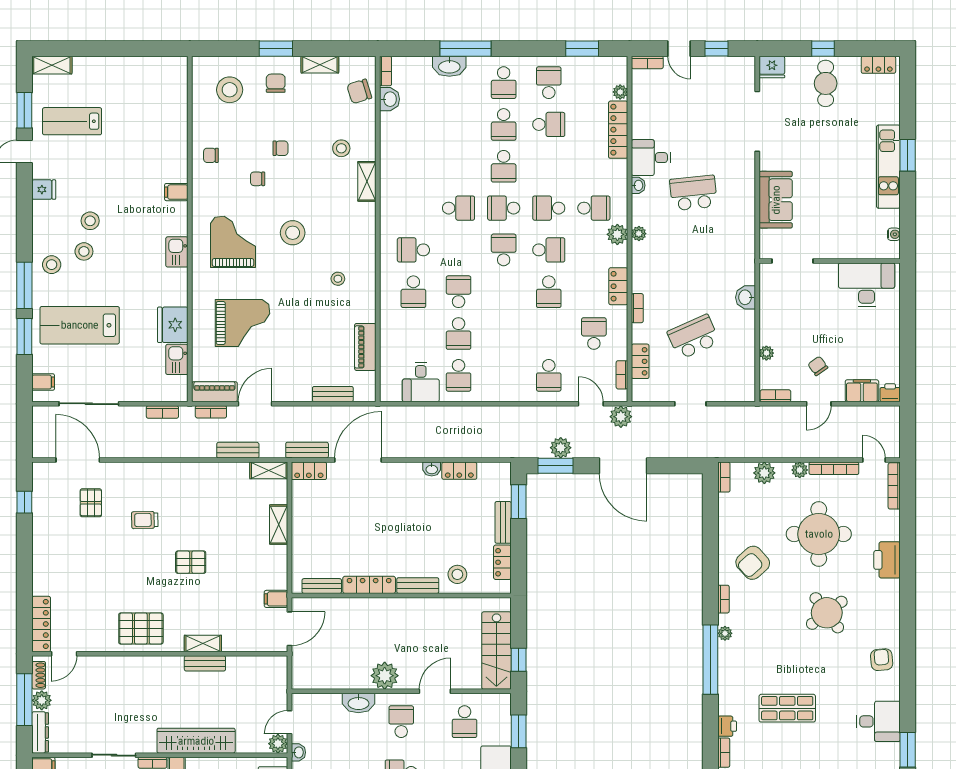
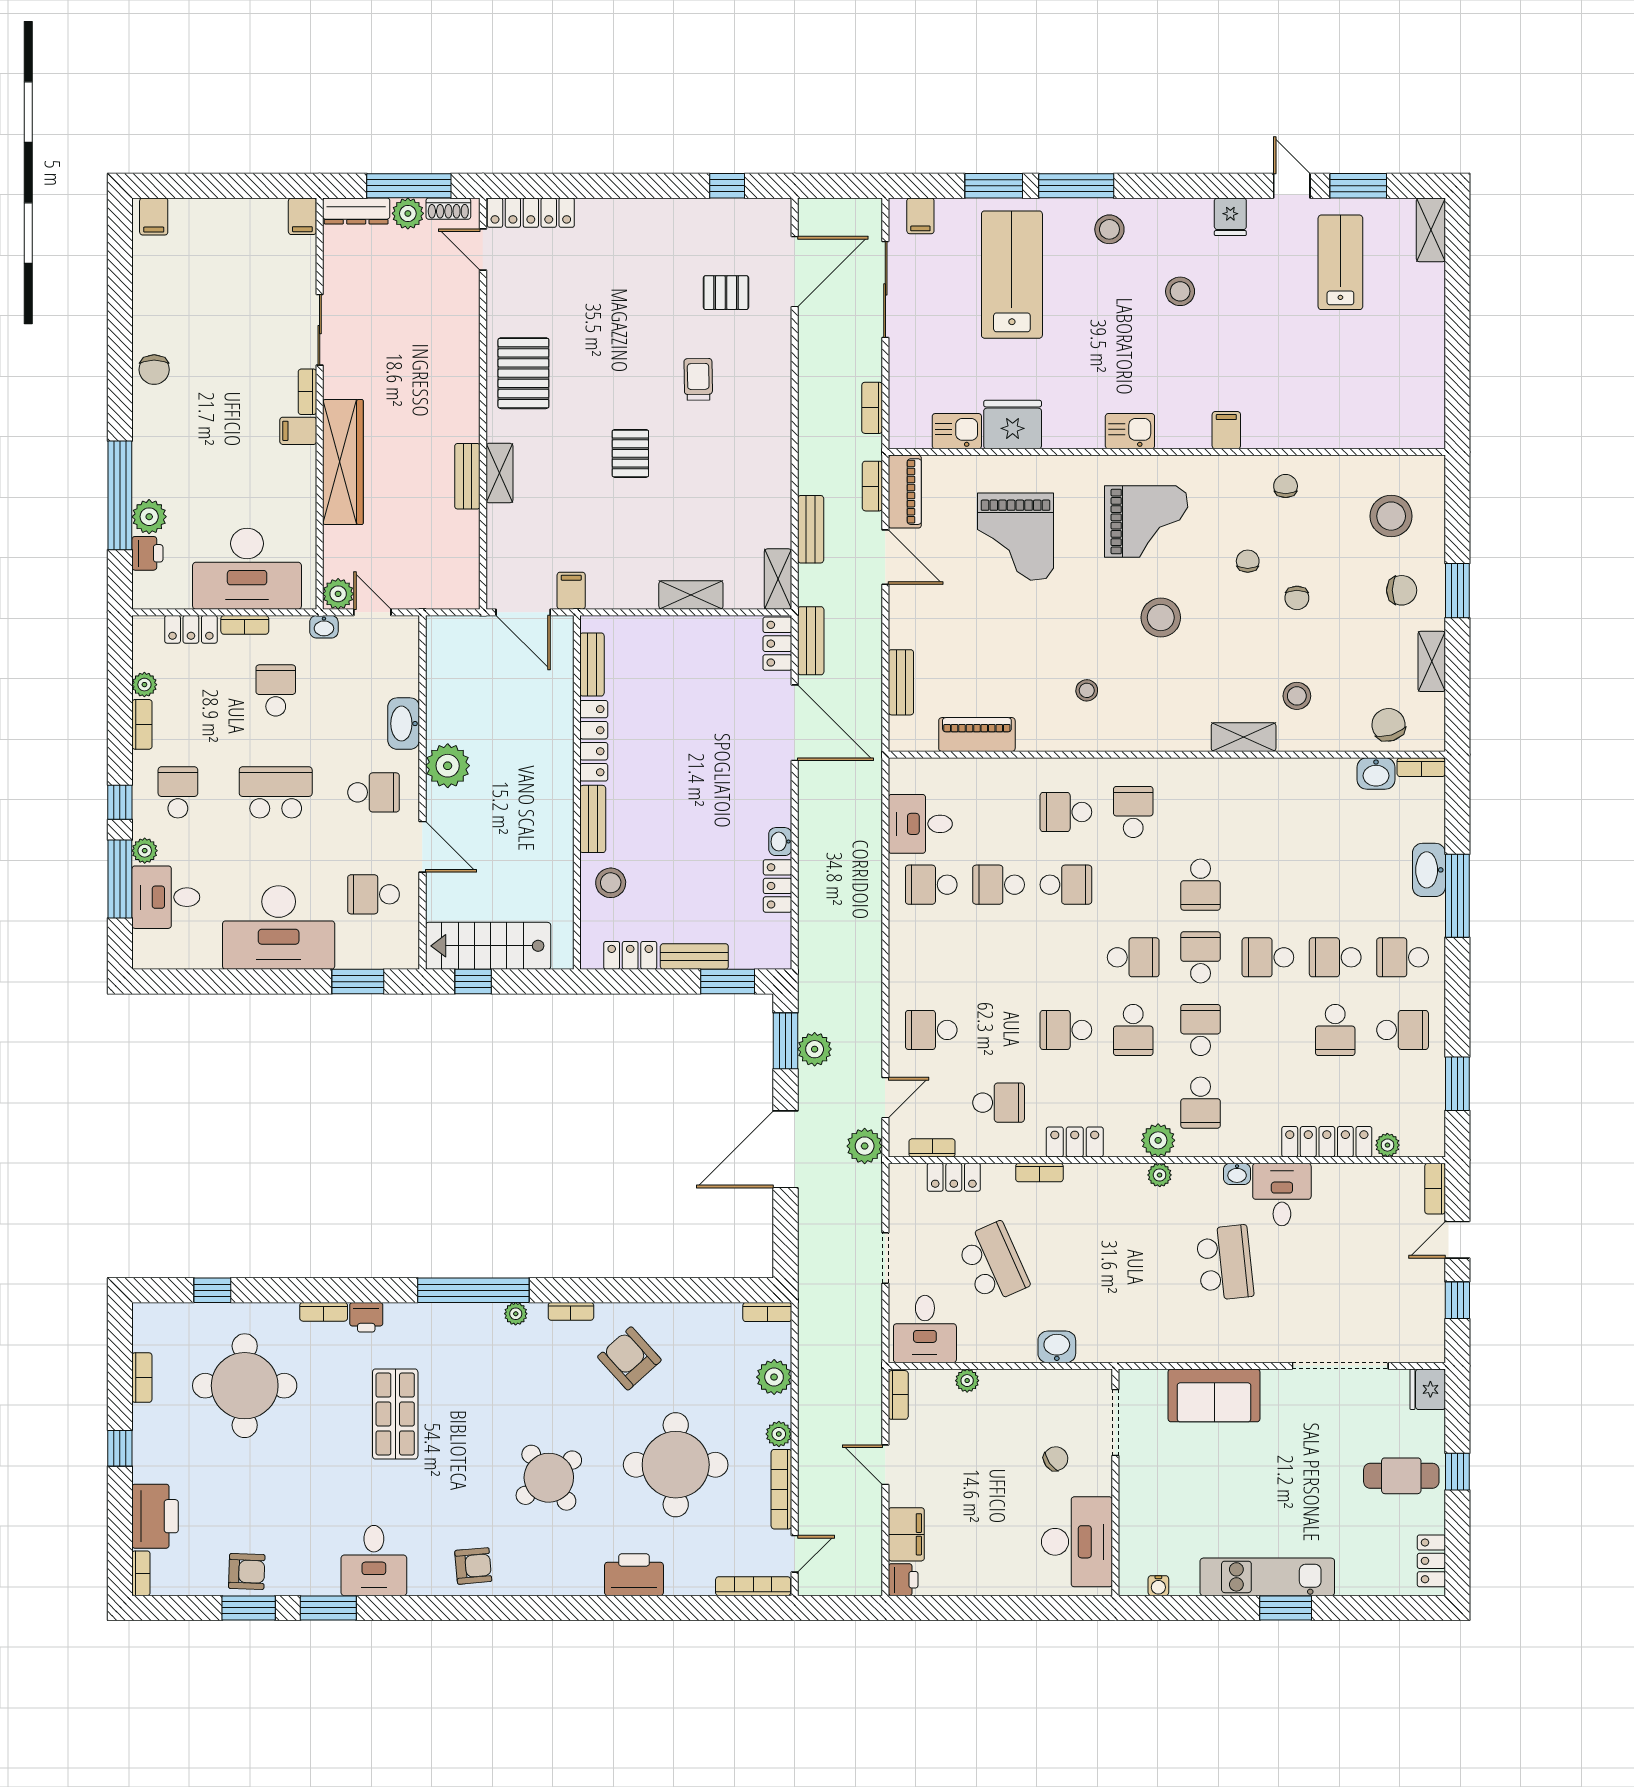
stool: (84, 251) -> (1131, 281), removed
chair: (818, 366) -> (1056, 1459), moved
desk: (734, 379) -> (925, 1329), added

